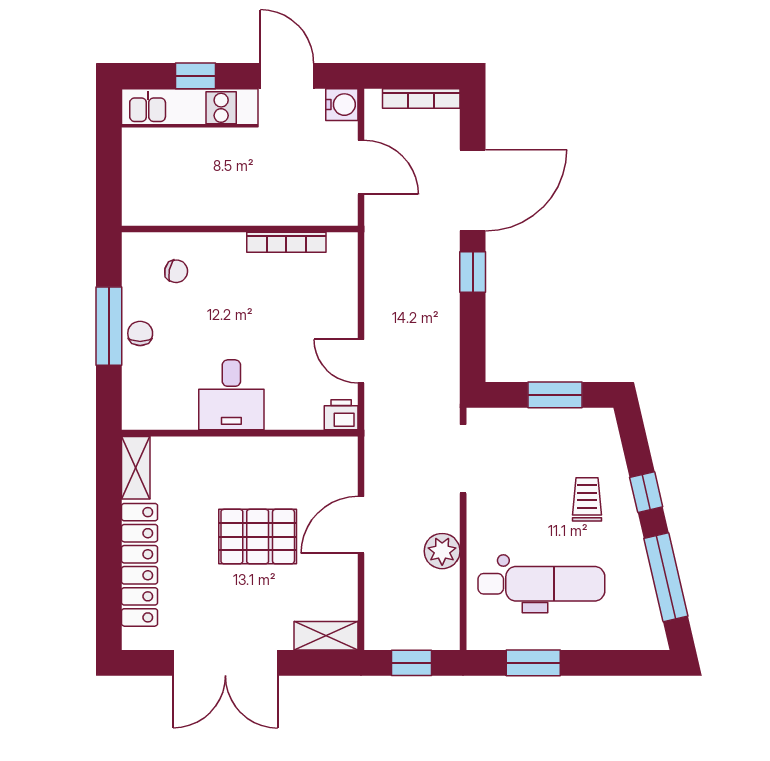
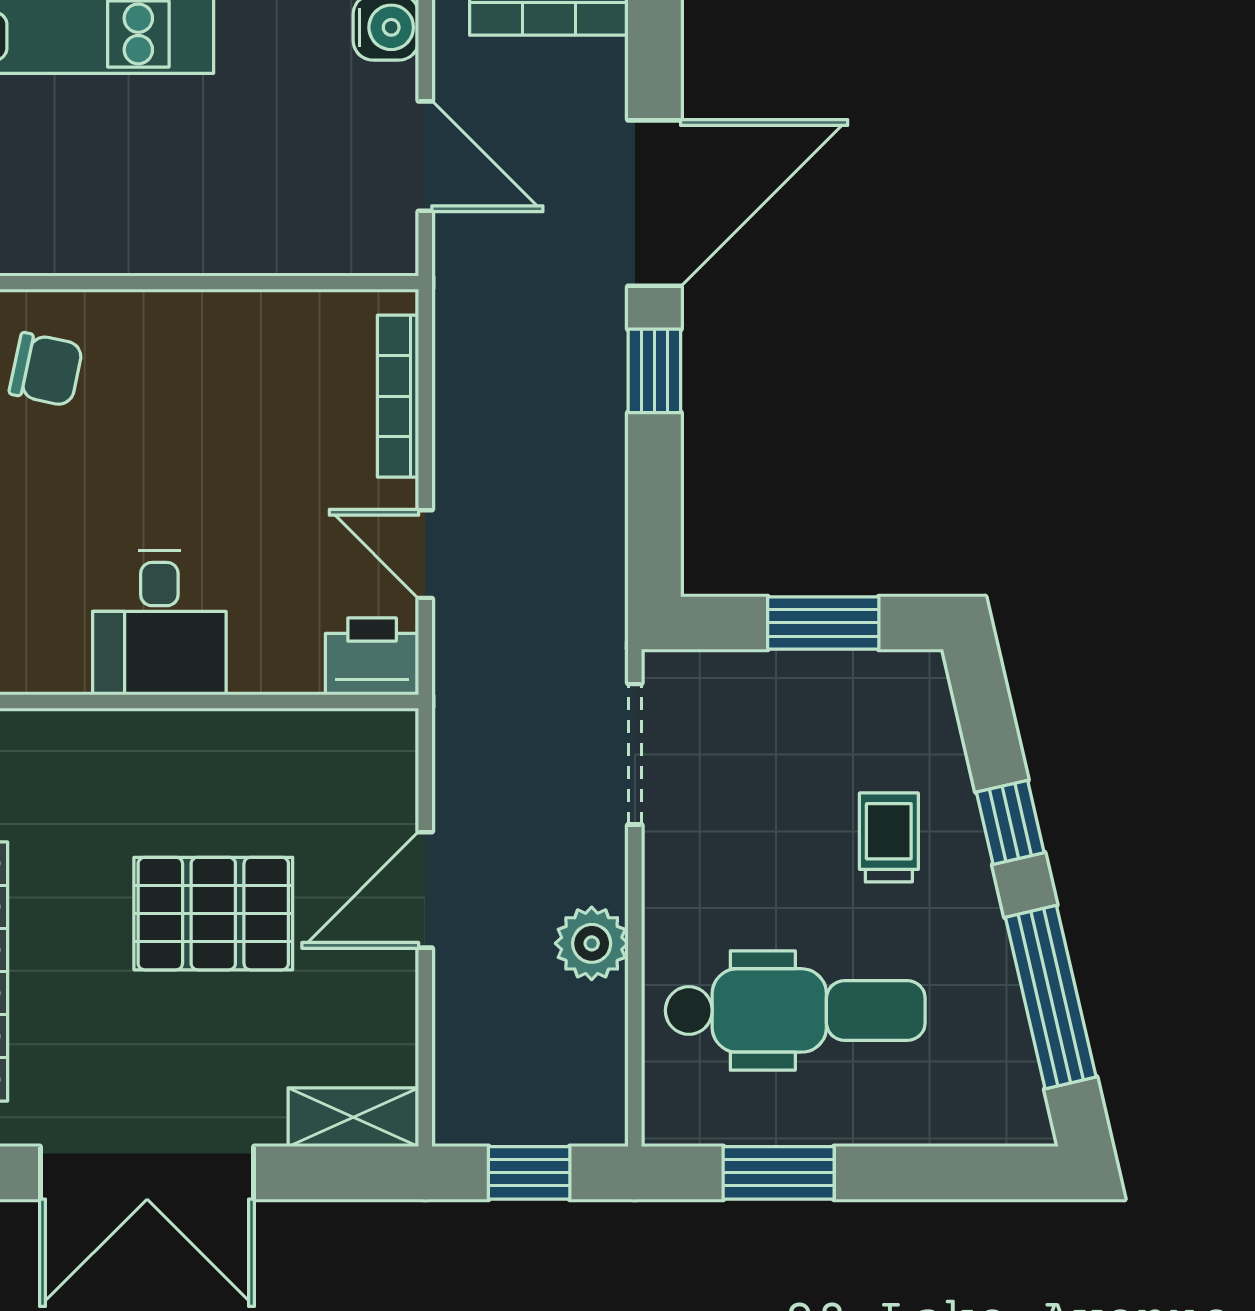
bookcase: (286, 242) -> (398, 396), moved, turned 90
chair: (176, 271) -> (46, 369), width x1.37, depth x1.37
printer: (341, 415) -> (372, 656), width x1.36, depth x1.24

